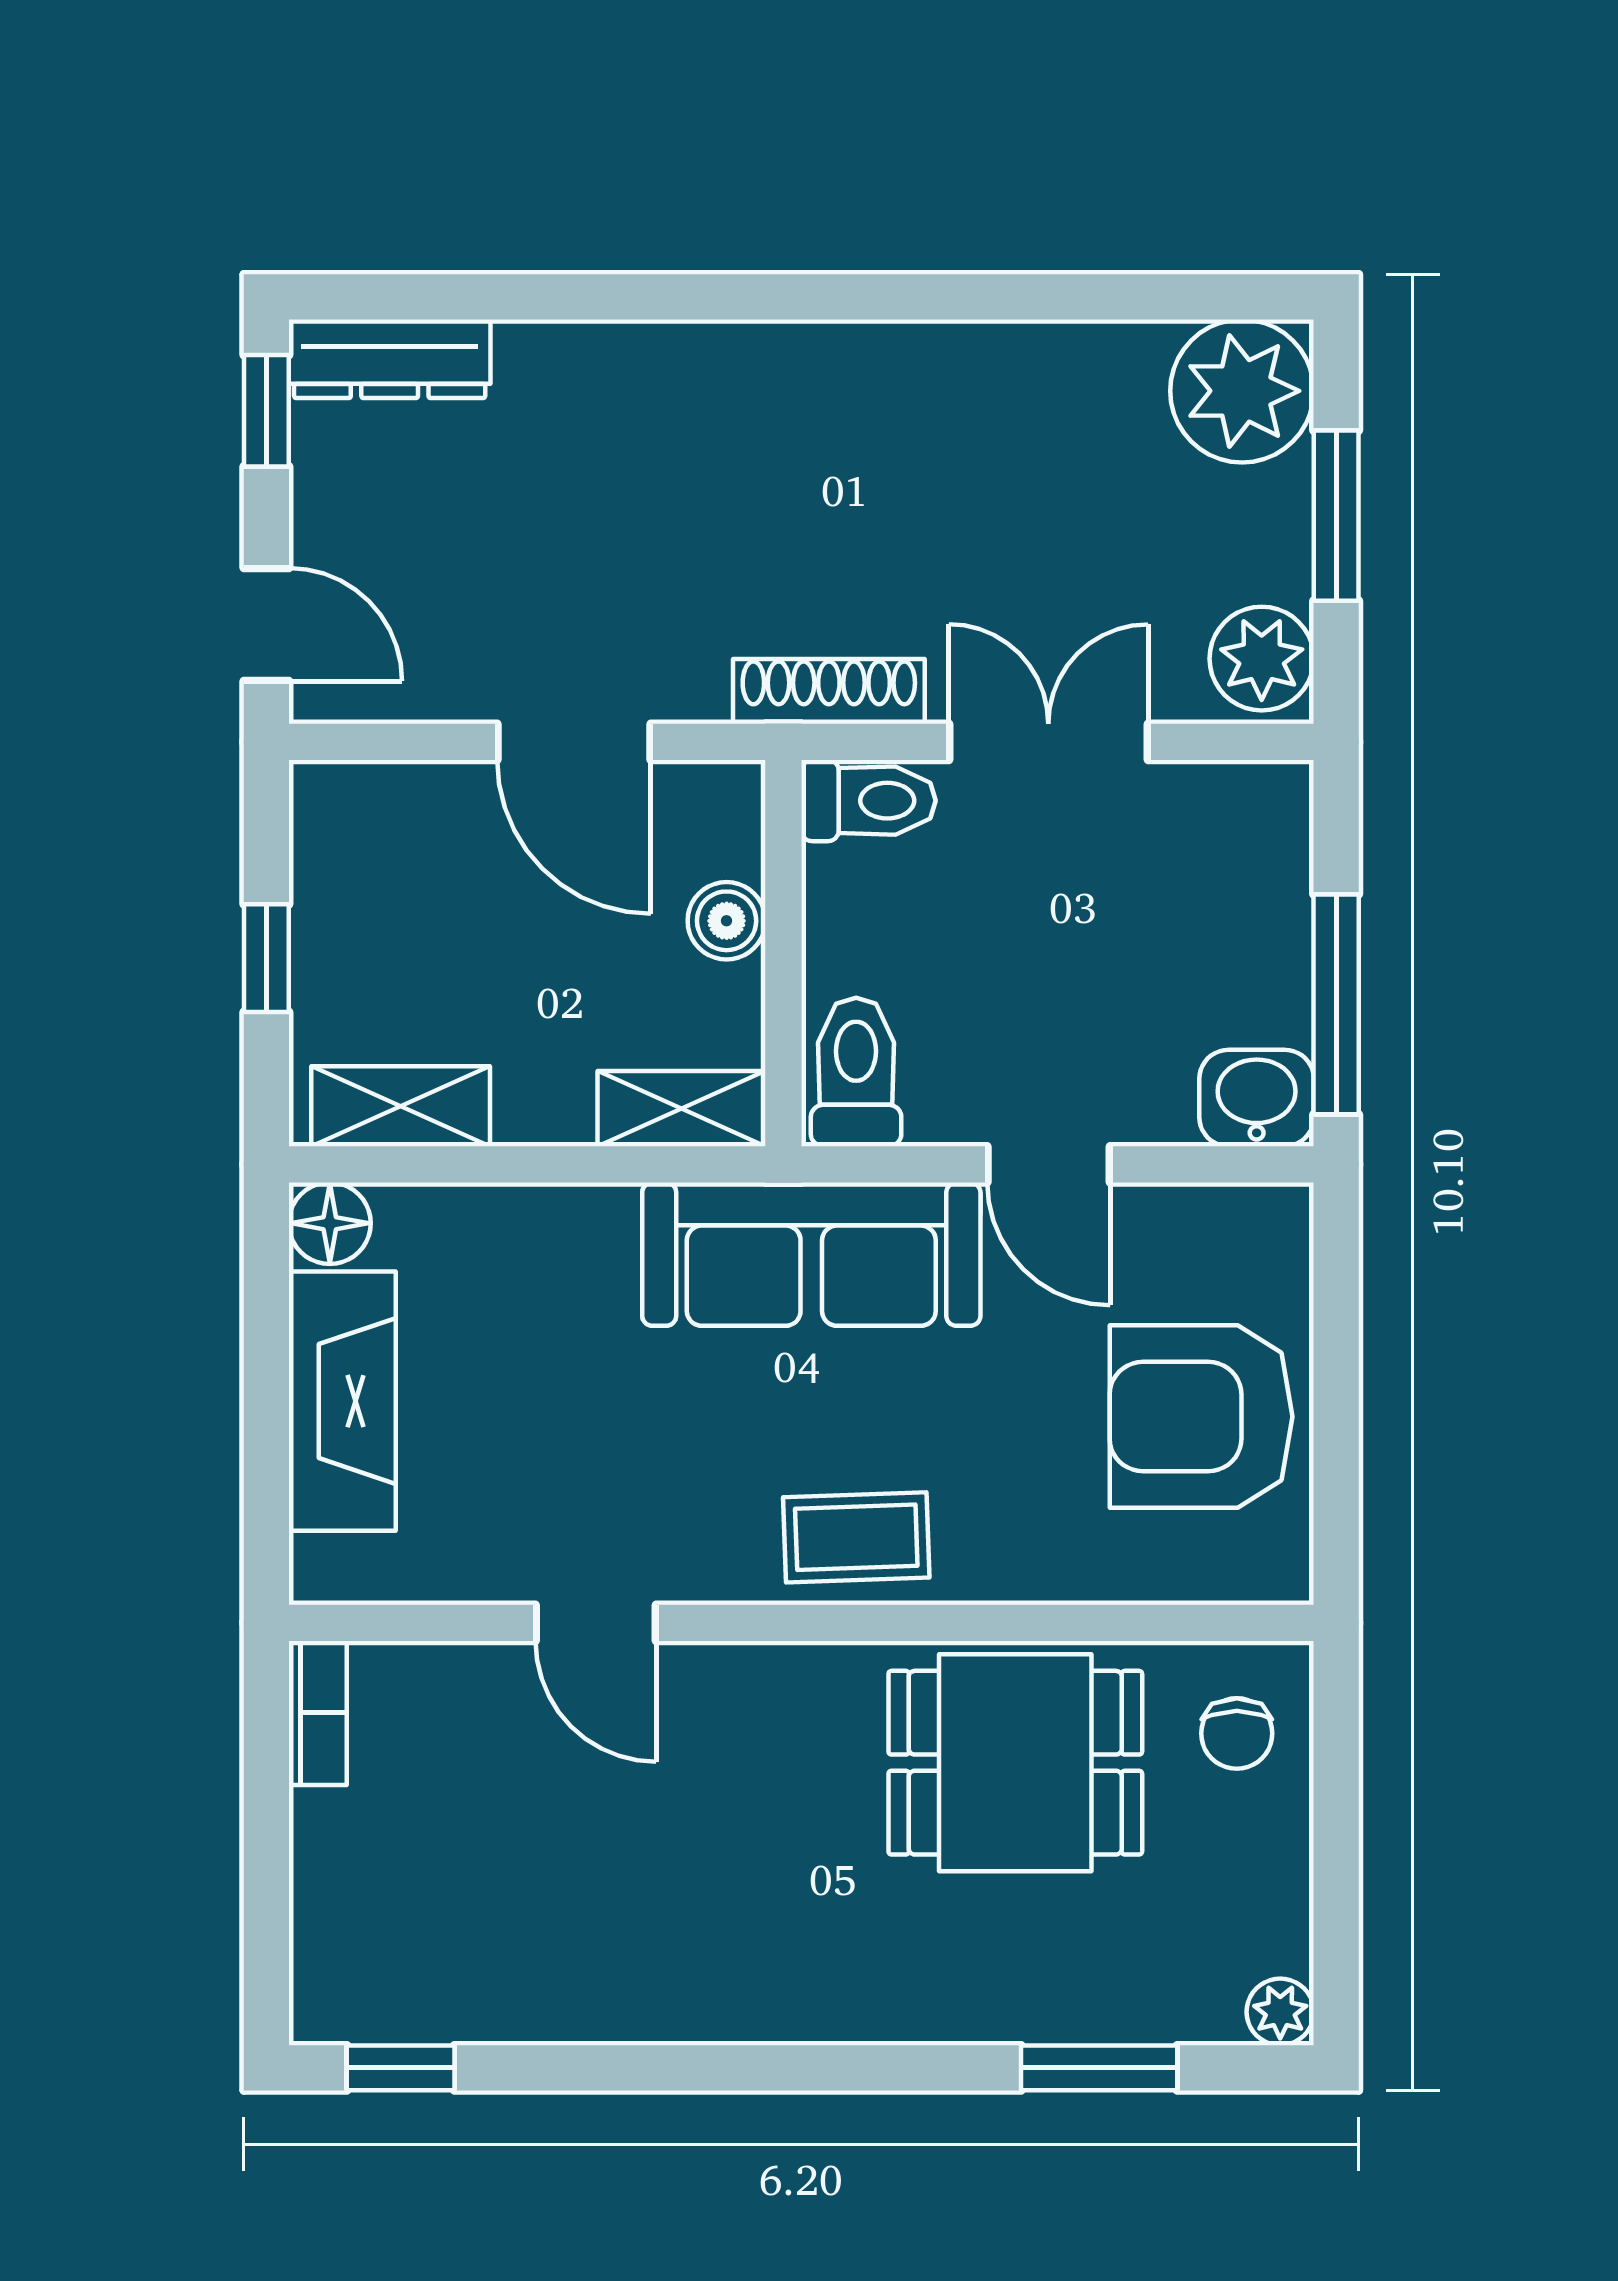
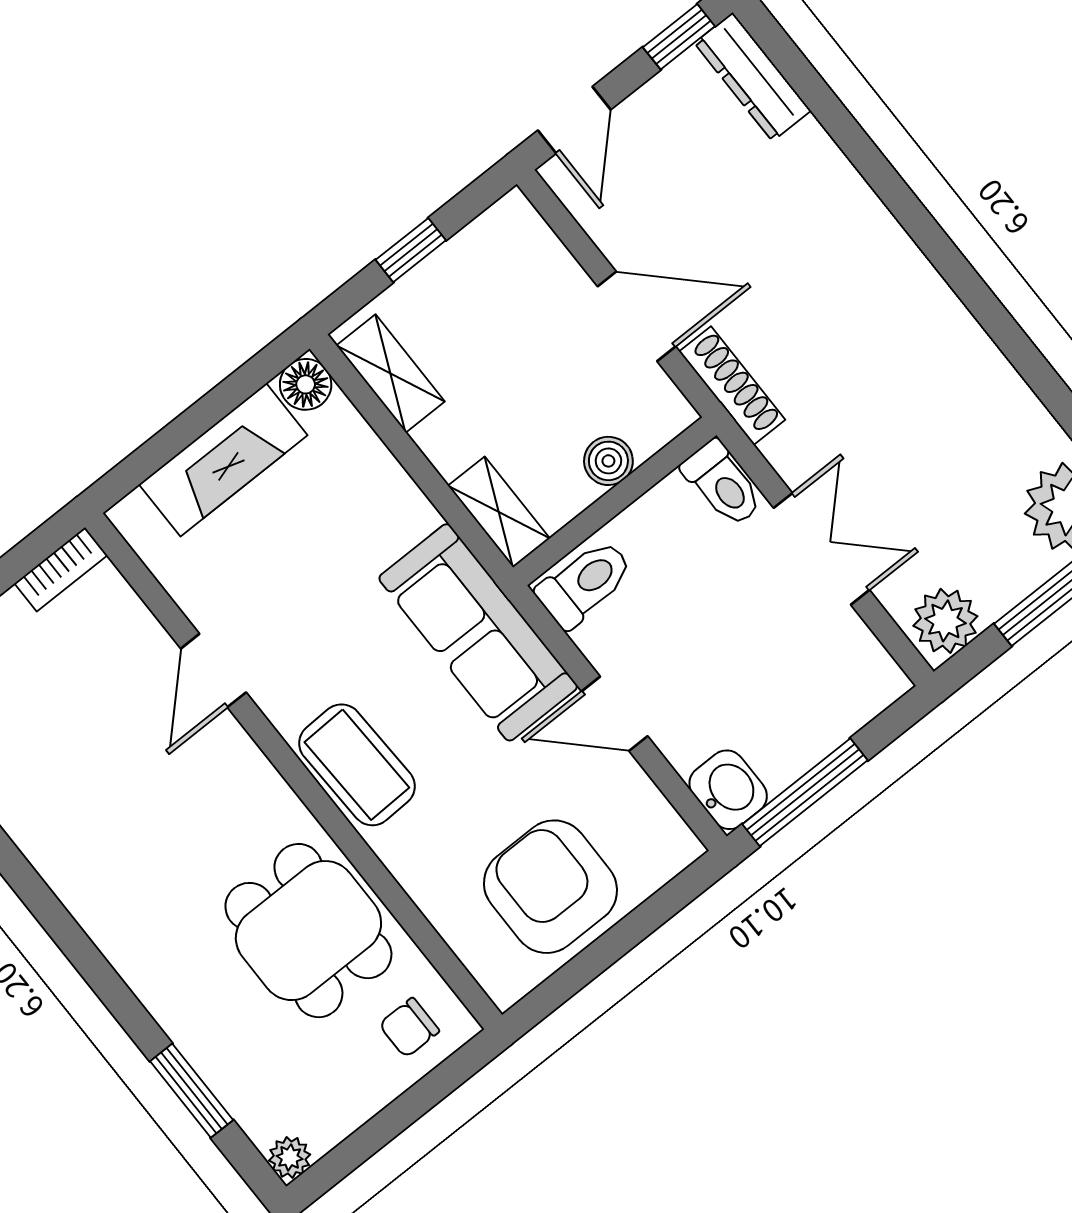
shoe rack: (829, 691) -> (732, 386), moved
door: (574, 742) -> (637, 316), swing flipped
door: (1049, 1164) -> (615, 714), hinge flipped
coffee table: (856, 1537) -> (357, 765), width x1.36, depth x1.30

